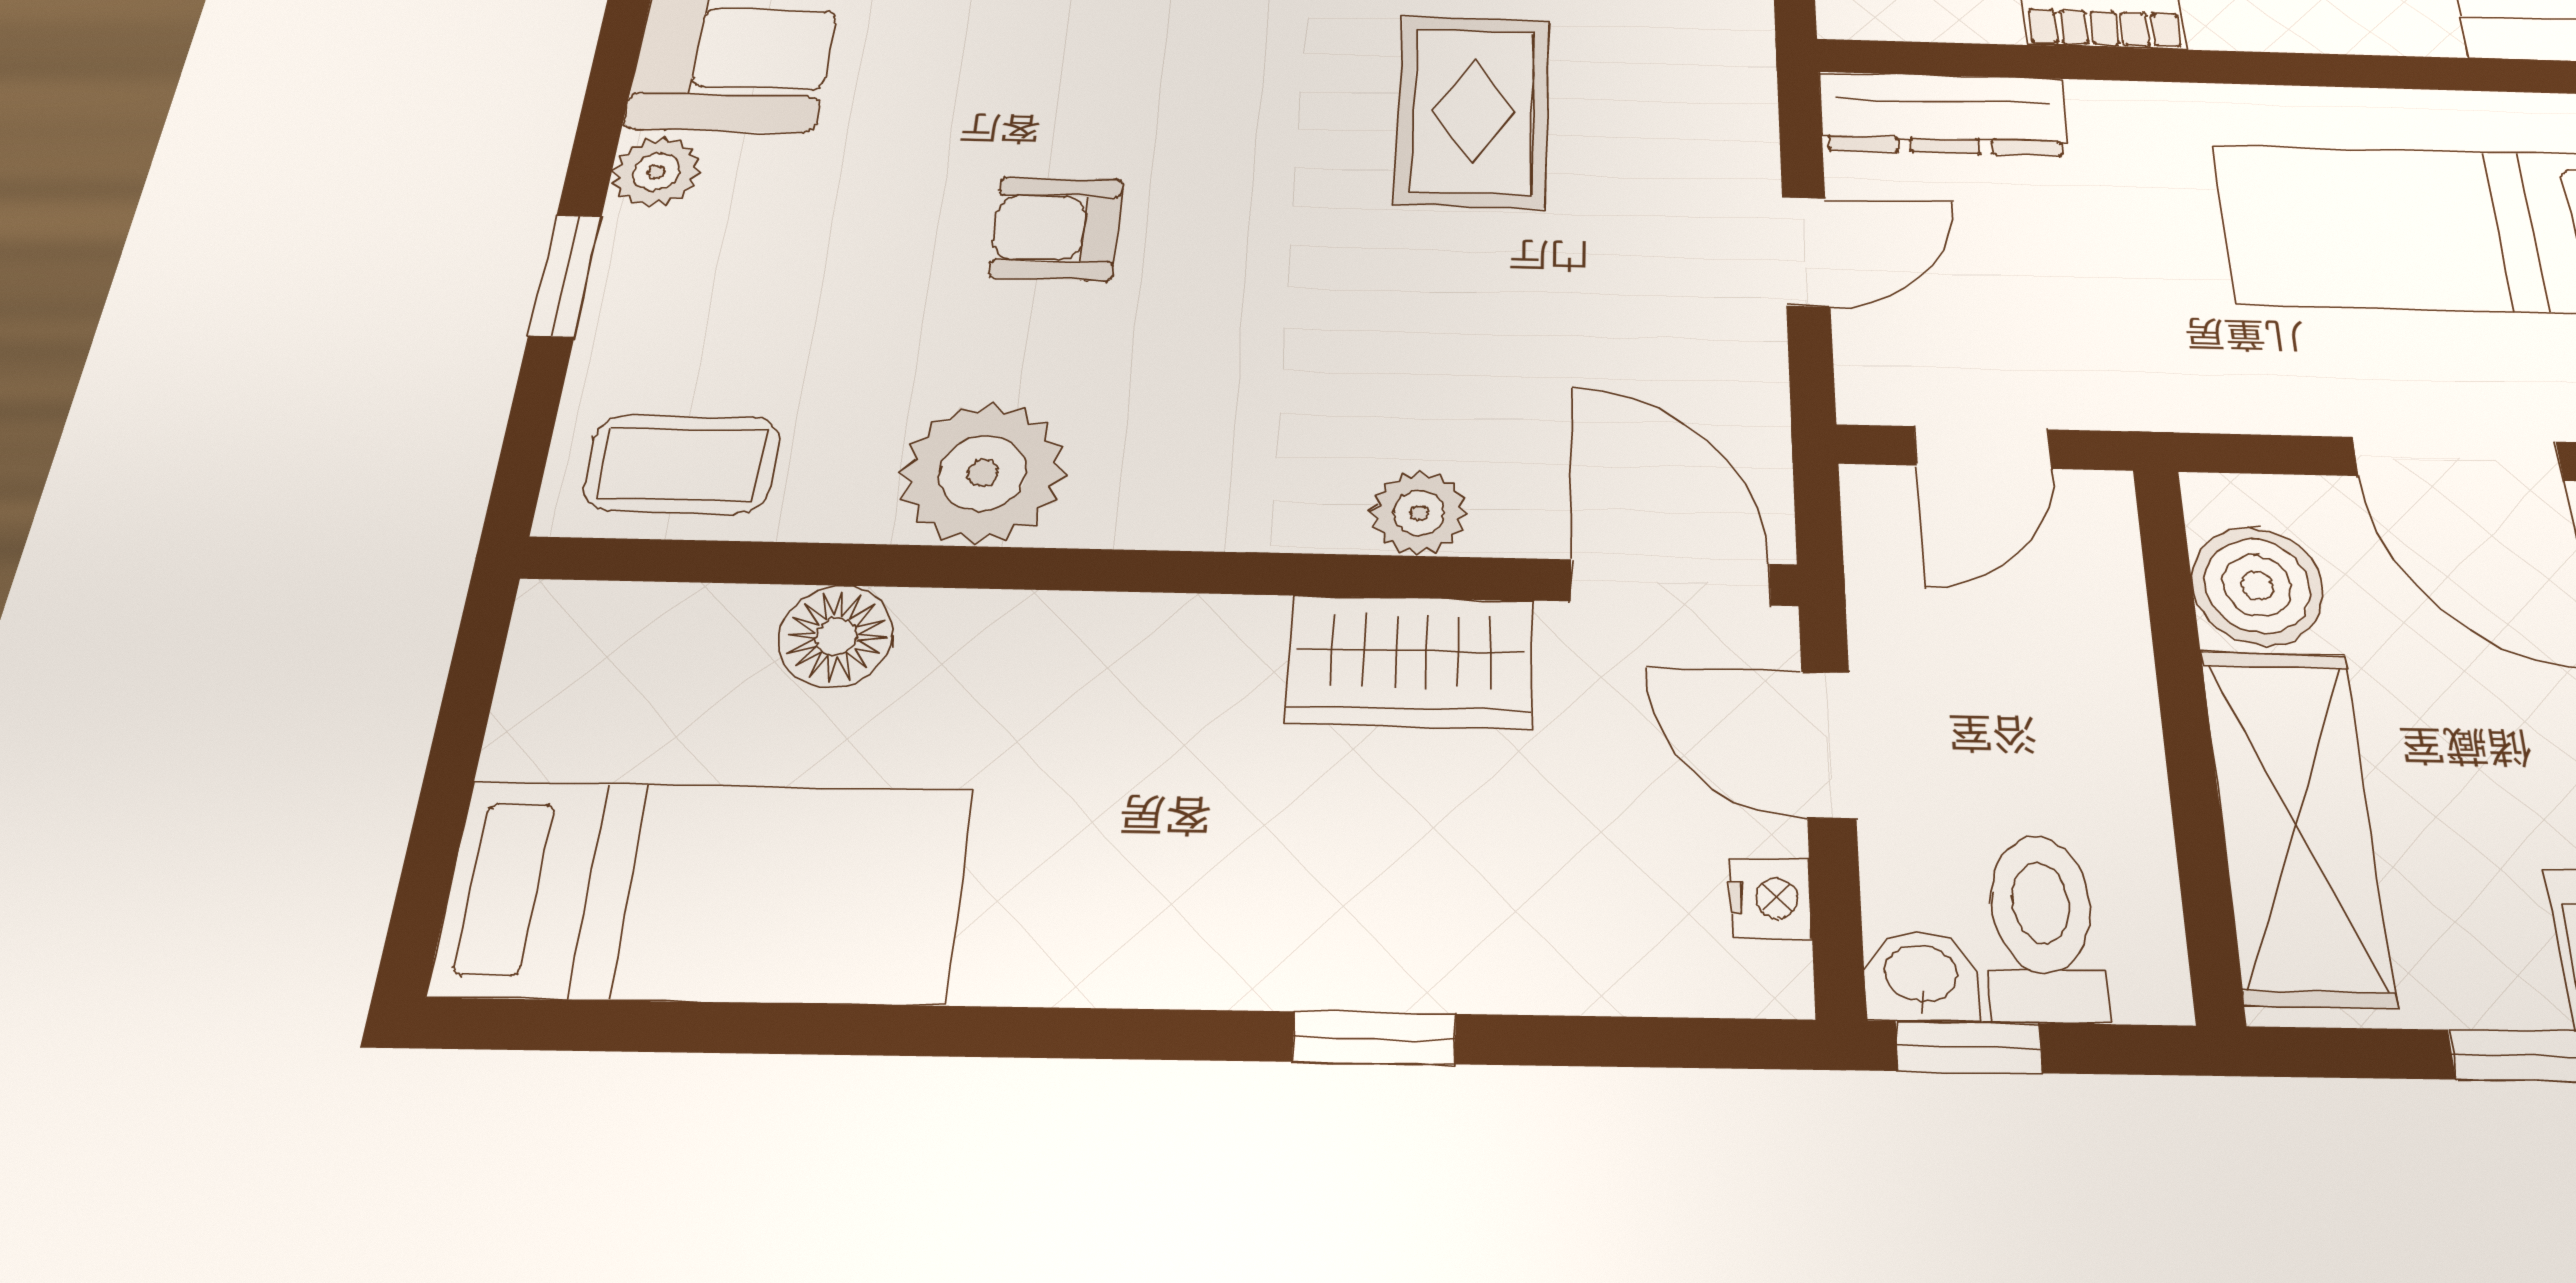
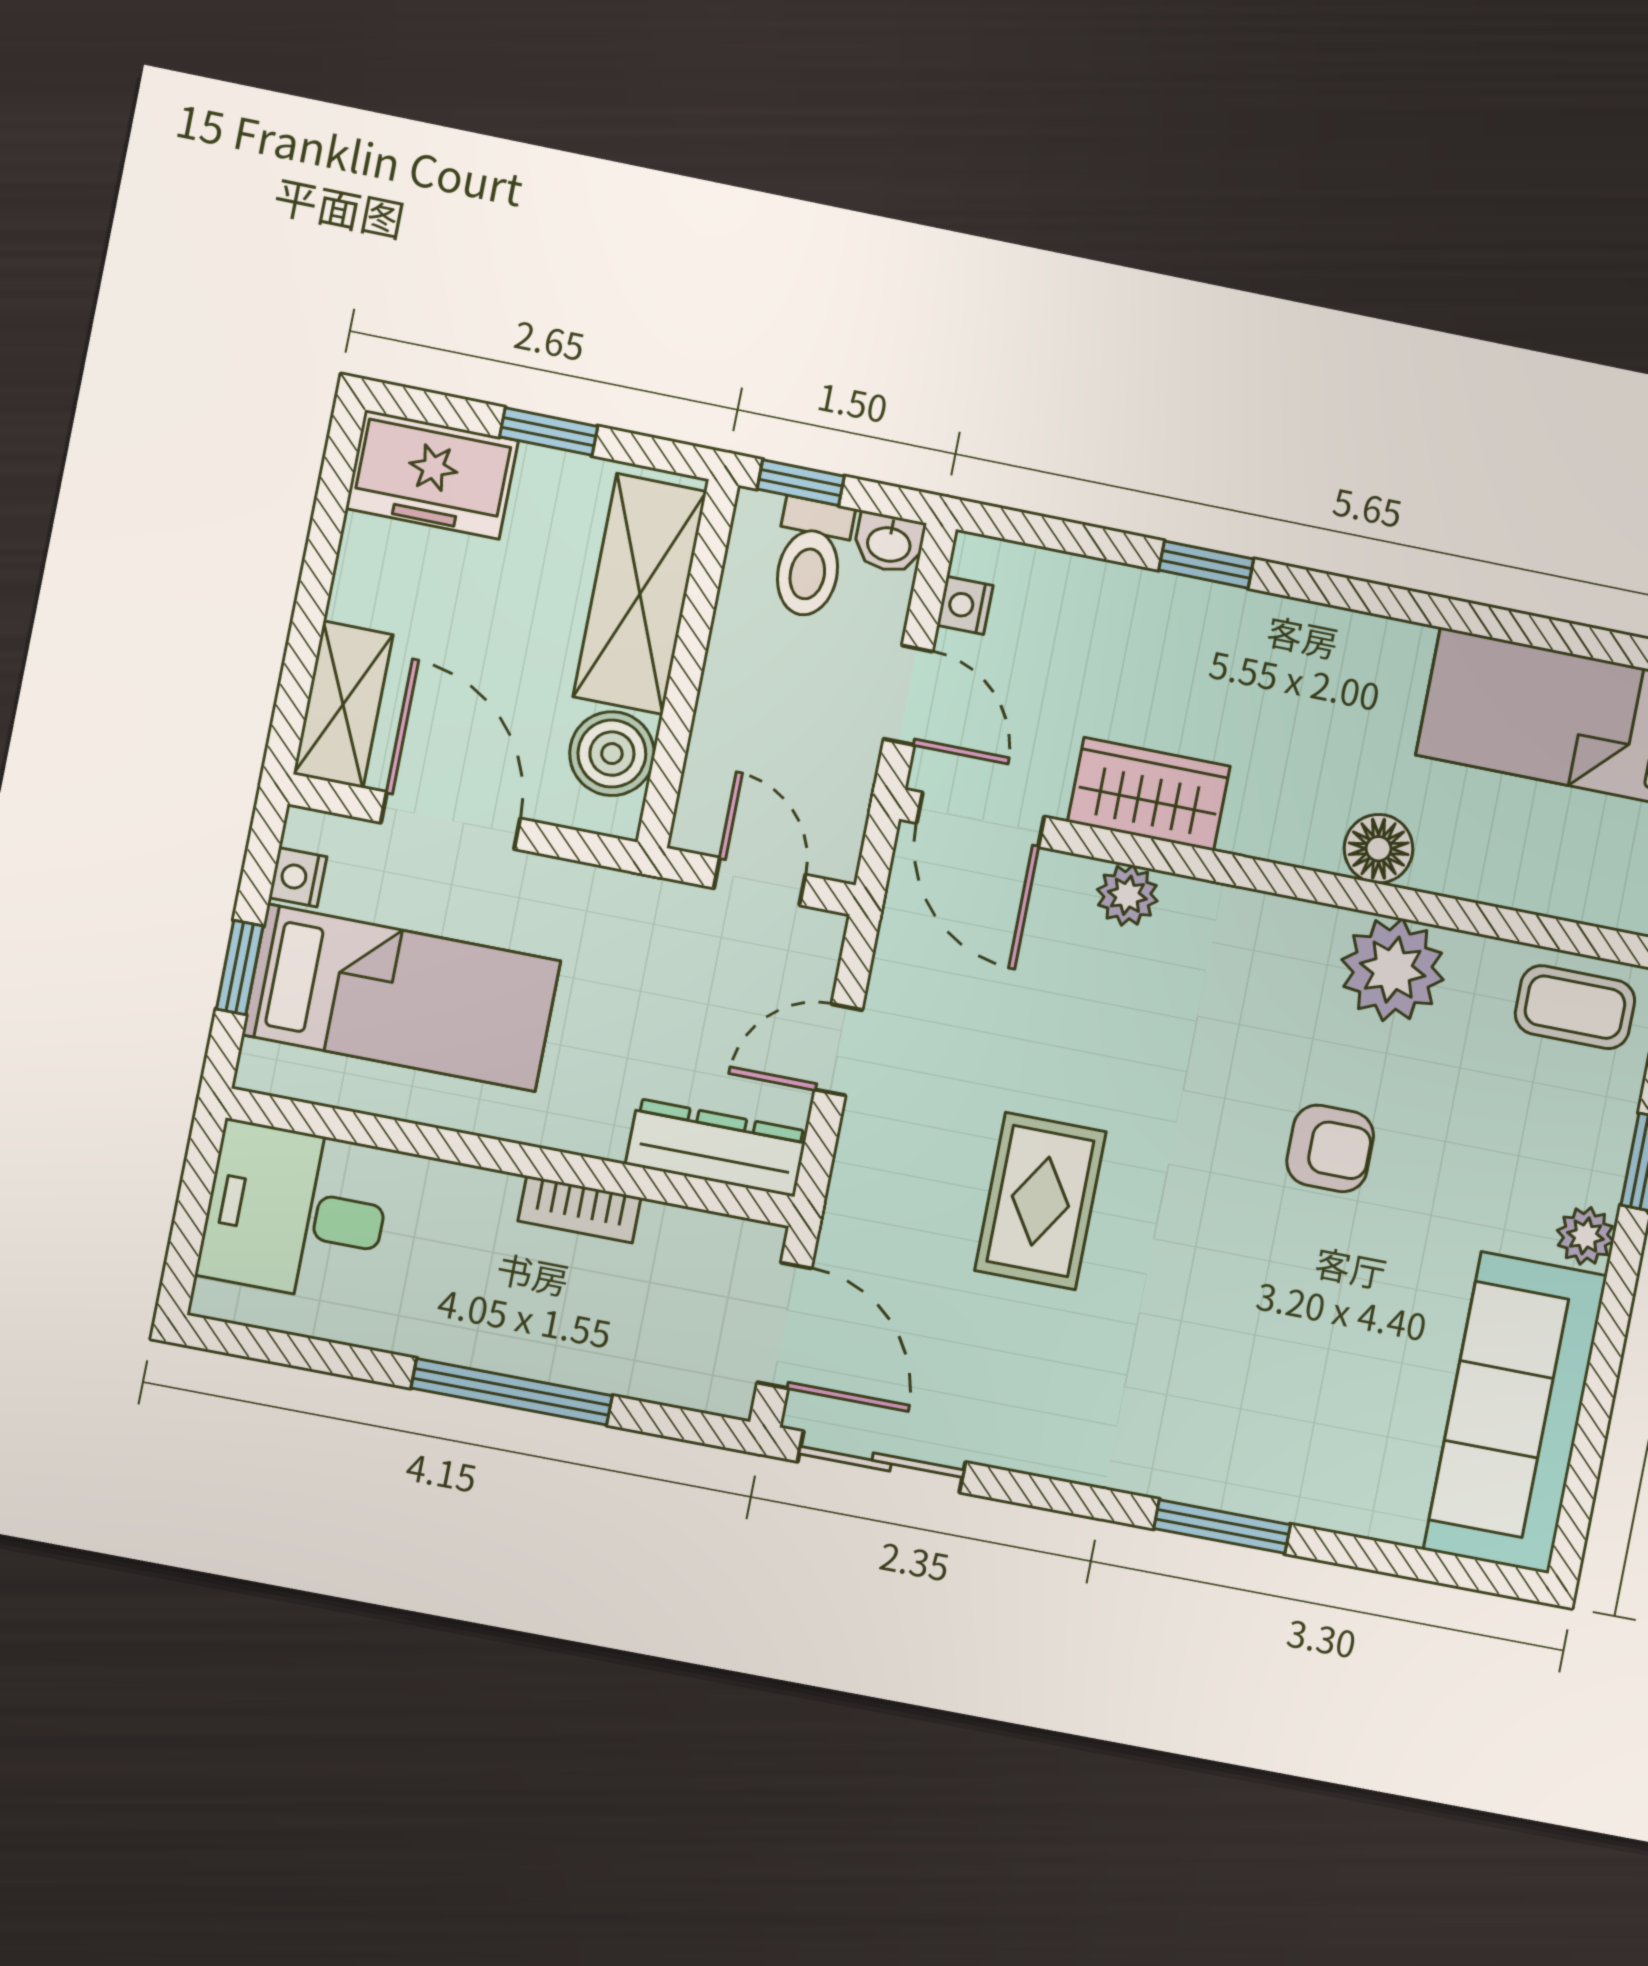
door: (1983, 447) -> (760, 881), hinge flipped
floor lamp: (836, 636) -> (1379, 849), moved
window: (1969, 1047) -> (801, 483), moved

